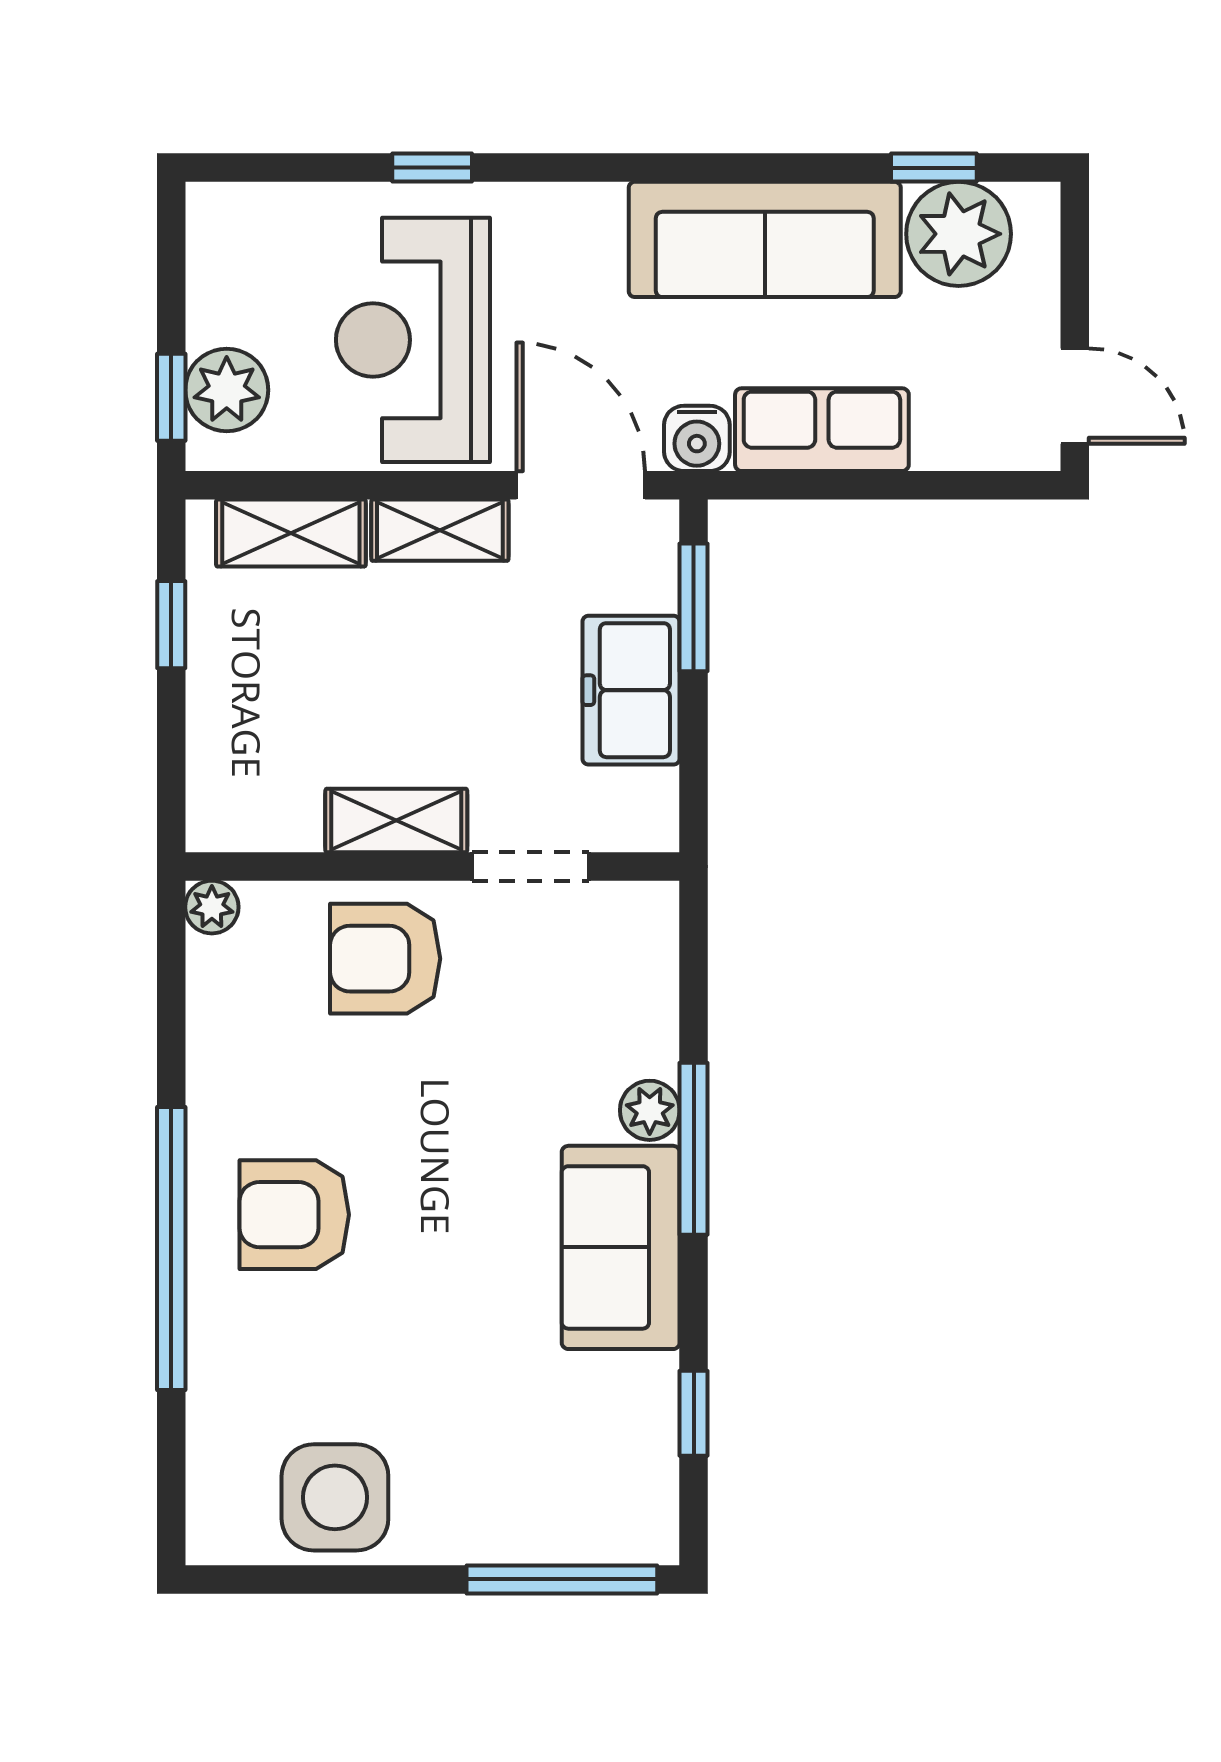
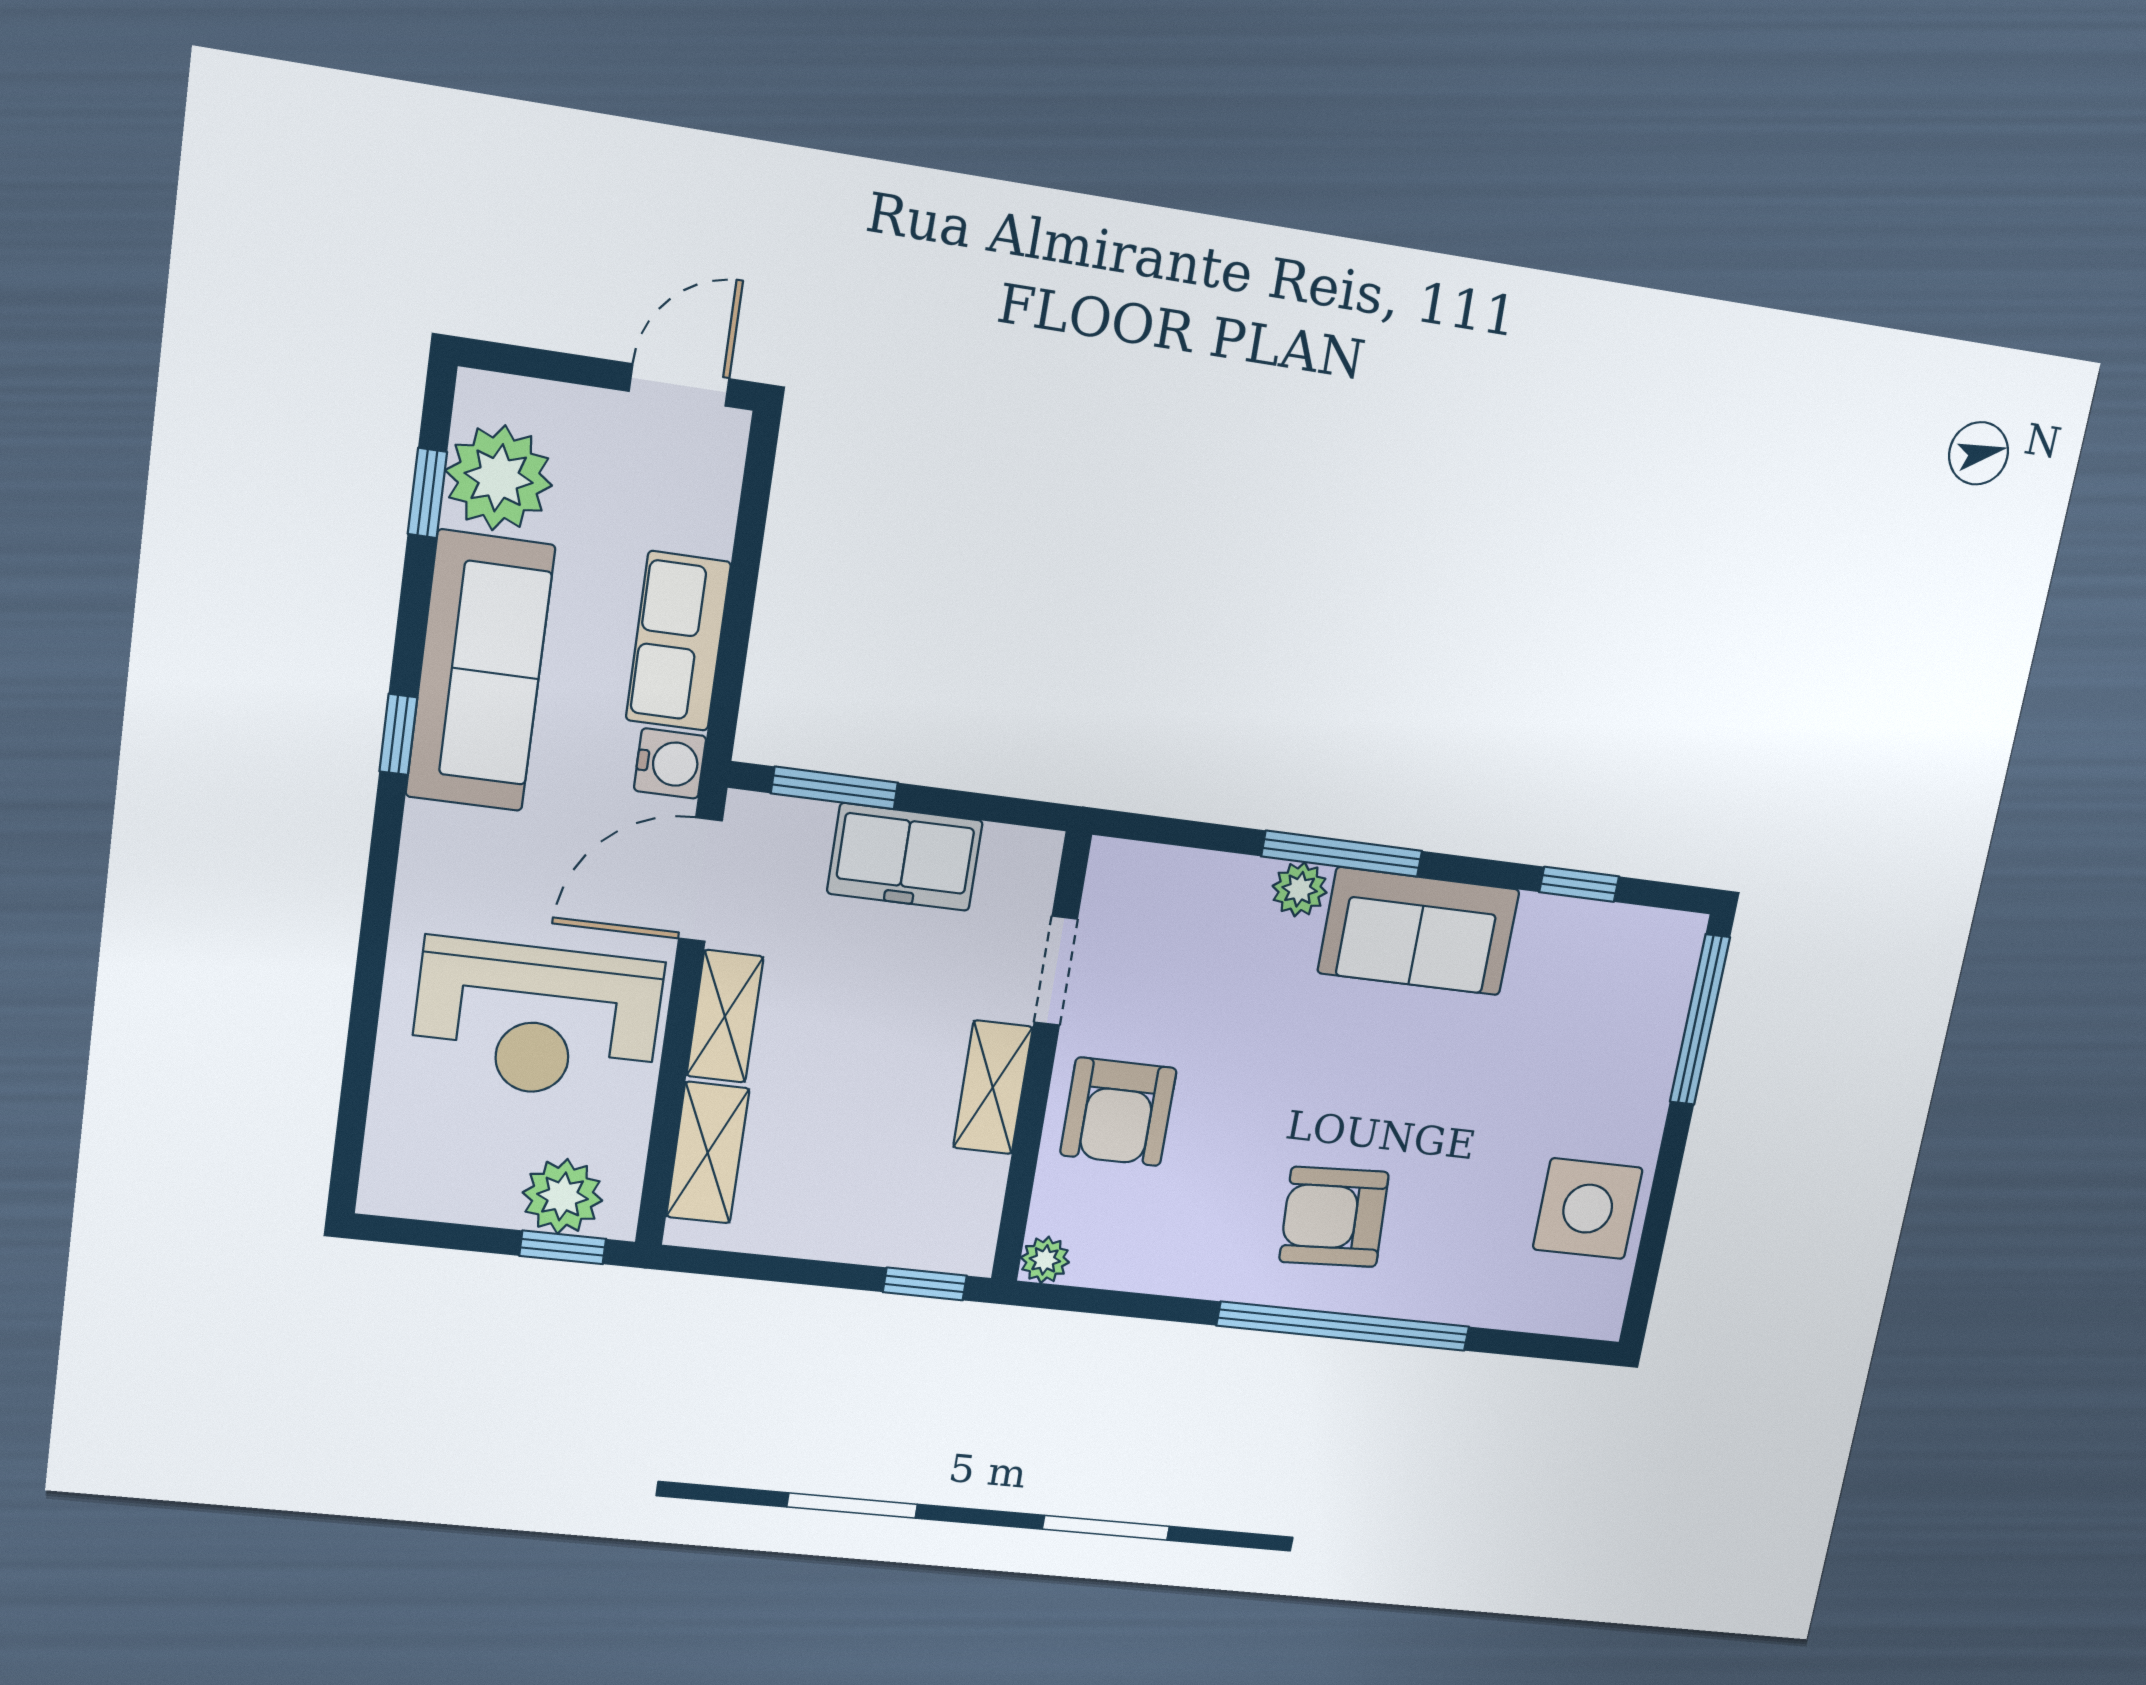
window: (432, 168) -> (398, 734), moved
window: (171, 625) -> (925, 1284), moved
armchair: (294, 1215) -> (1334, 1217), turned 87

